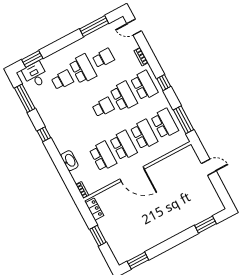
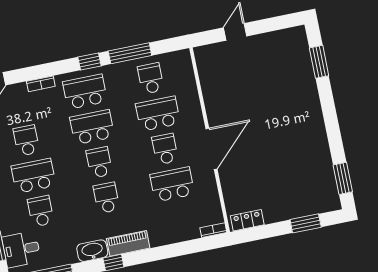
school desk: (83, 118) -> (106, 198), added
window: (183, 120) -> (130, 53), moved
school desk: (165, 124) -> (151, 78), width x0.54
piano: (58, 140) -> (128, 243), added
school desk: (123, 145) -> (165, 149), width x0.54
washbasin: (70, 161) -> (92, 251), moved
window: (98, 236) -> (306, 223), moved

